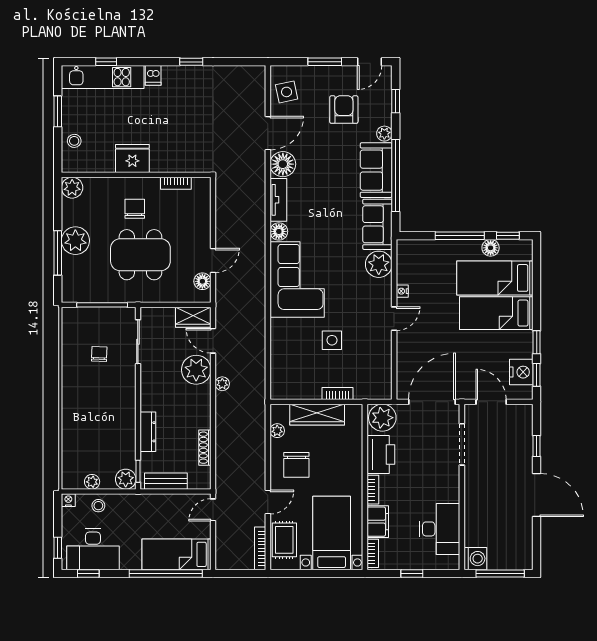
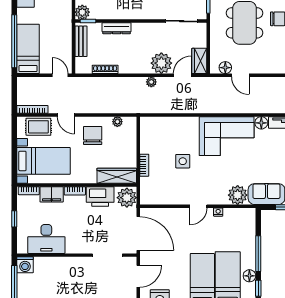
door: (394, 319) -> (198, 206), hinge flipped
wardrobe: (317, 415) -> (117, 176), moved, turned 90
chair: (296, 465) -> (93, 136), turned 90

